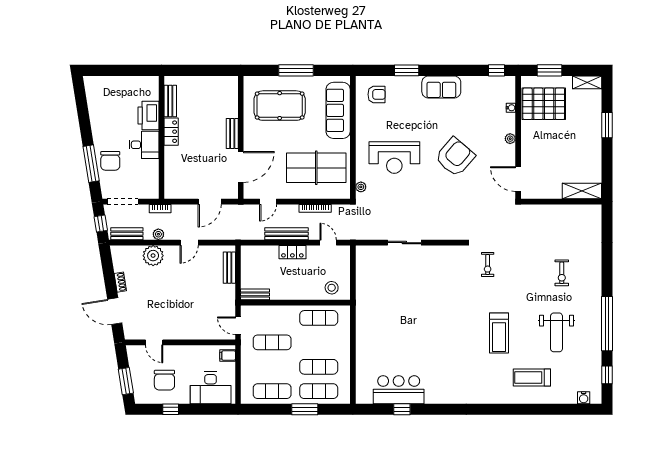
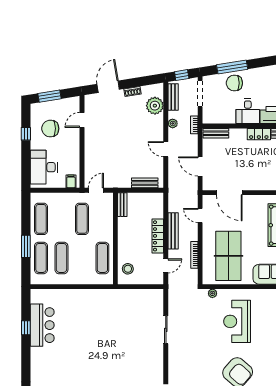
bench: (232, 133) -> (216, 133), moved
locker: (292, 252) -> (158, 236), width x1.53
plant: (153, 256) -> (155, 106), moved

